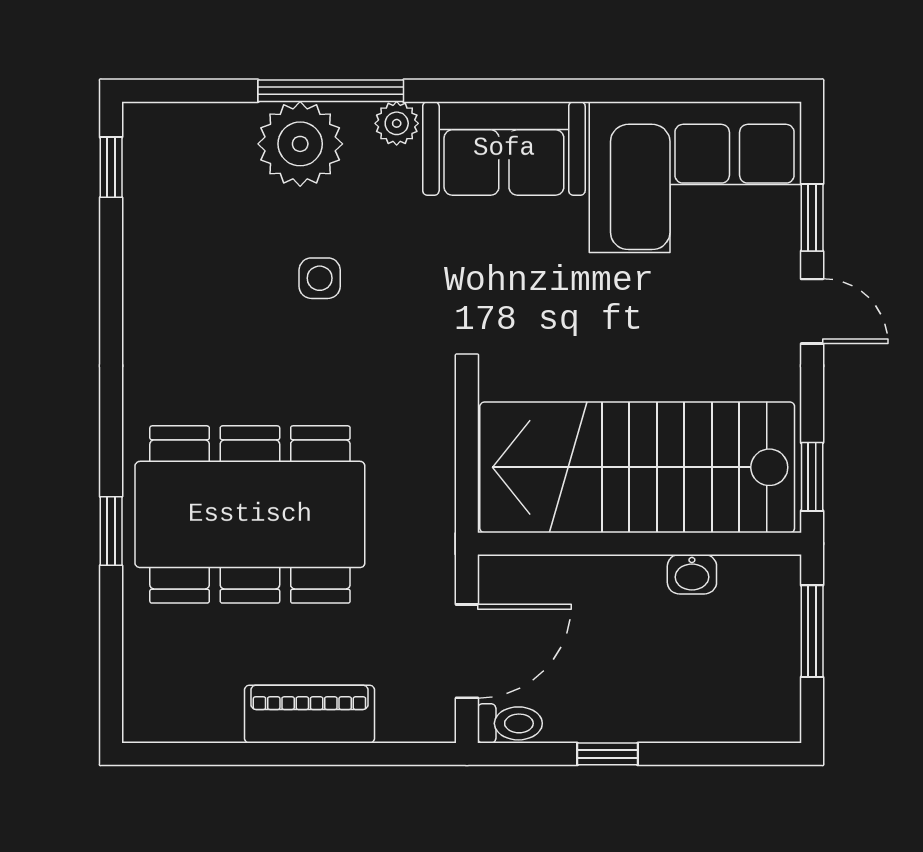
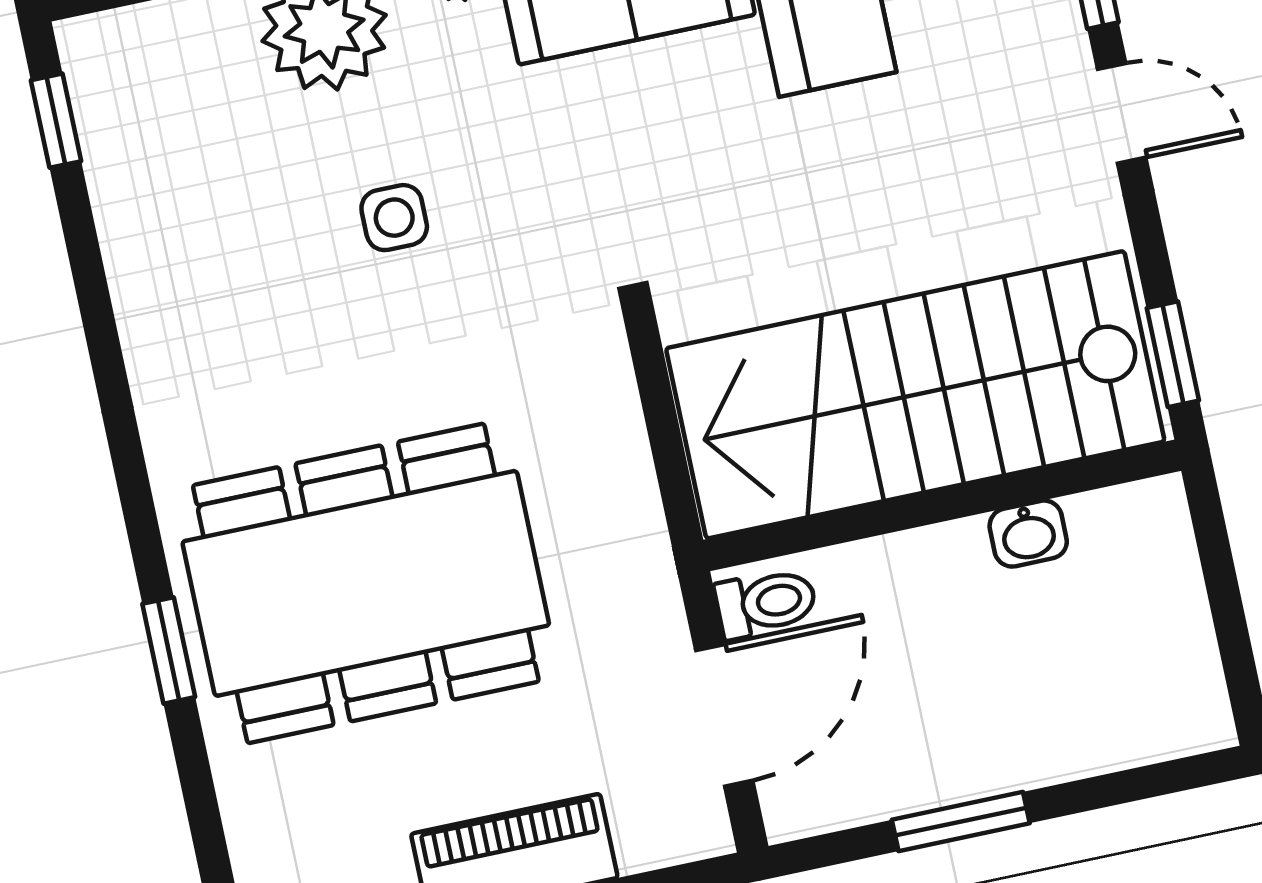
window: (812, 631) -> (1221, 579), removed
toilet: (510, 723) -> (766, 603), moved
window: (607, 754) -> (961, 822), width x1.50

